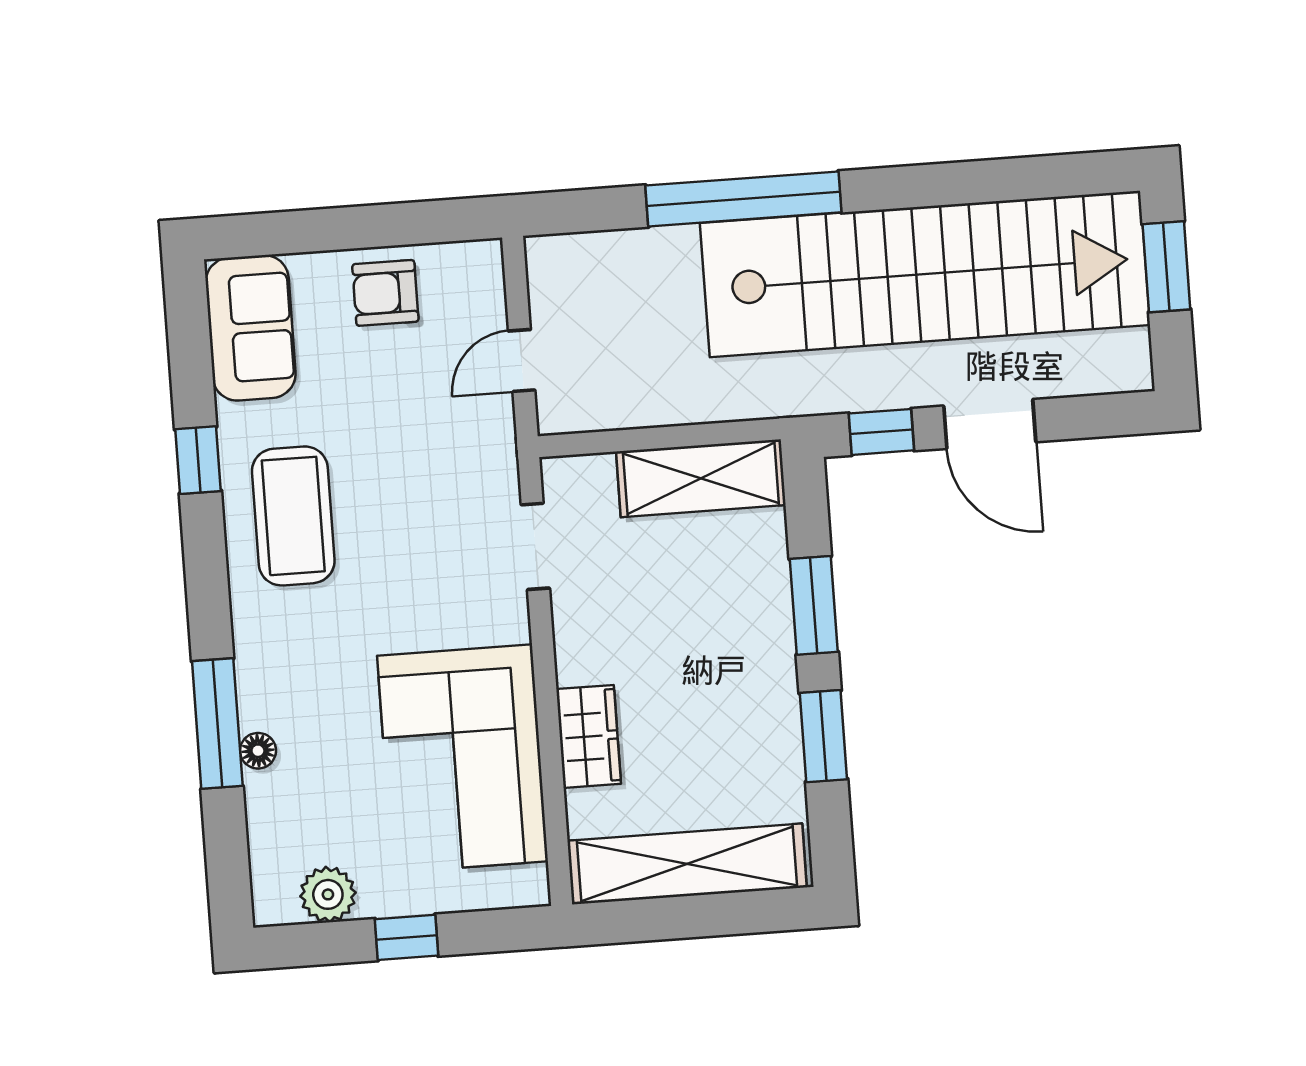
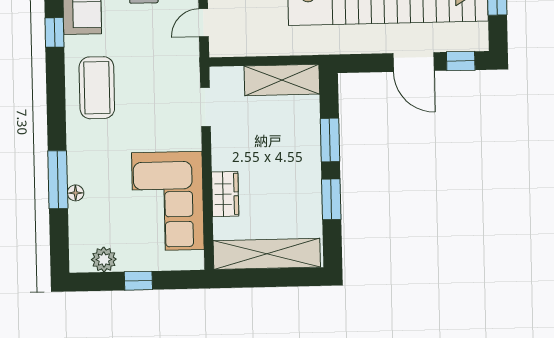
window: (881, 432) -> (461, 61), moved
window: (198, 460) -> (54, 32), moved

